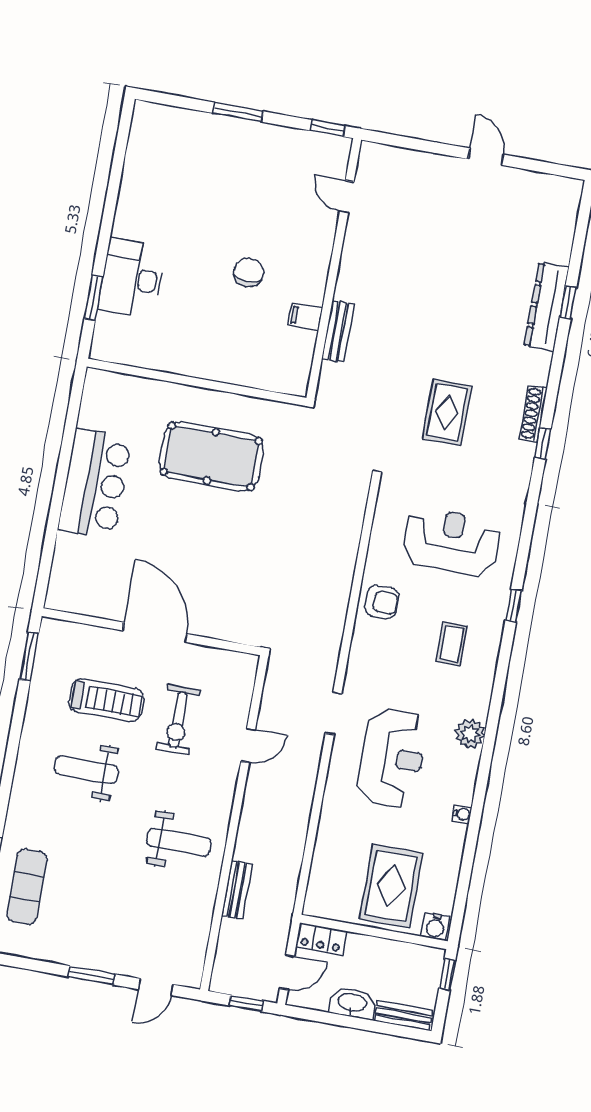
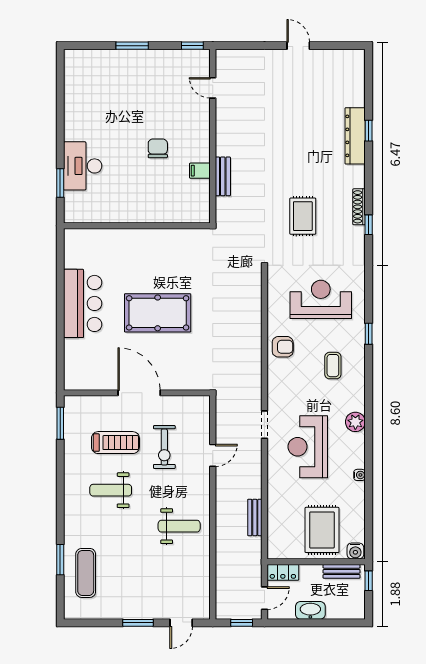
pool table: (211, 456) -> (158, 313), moved
reception desk: (392, 758) -> (308, 447), turned 180
bench: (237, 890) -> (255, 517), moved
bench: (403, 1015) -> (342, 571), moved

